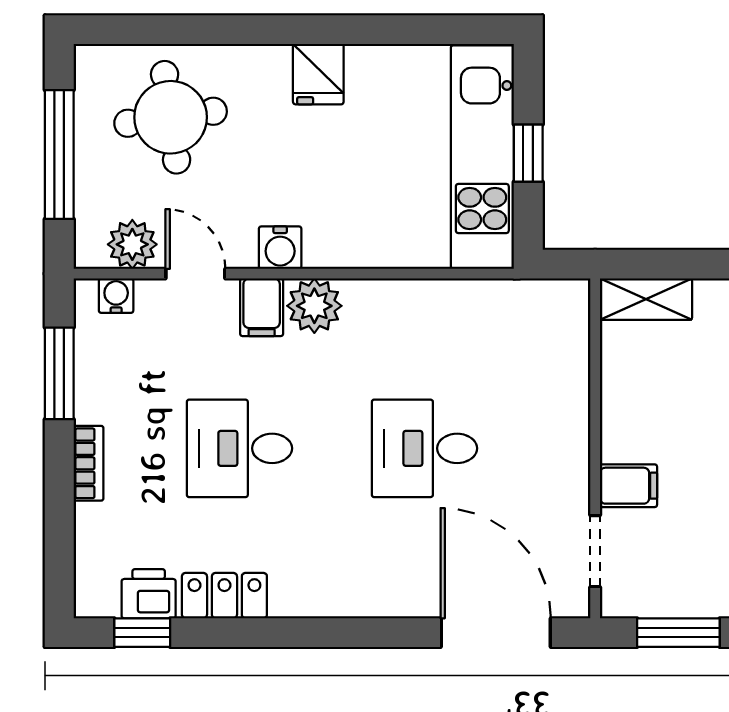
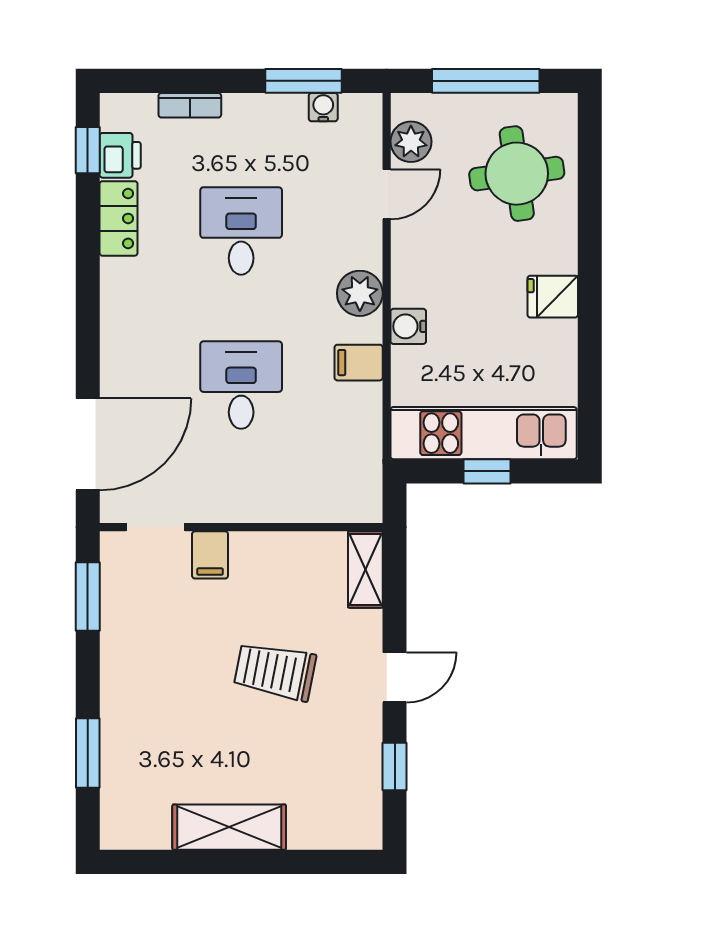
water cooler: (280, 248) -> (408, 326), moved
water cooler: (116, 296) -> (323, 107), moved, turned -90
filing cabinet: (262, 307) -> (359, 363), moved
bookcase: (88, 463) -> (190, 105), moved

